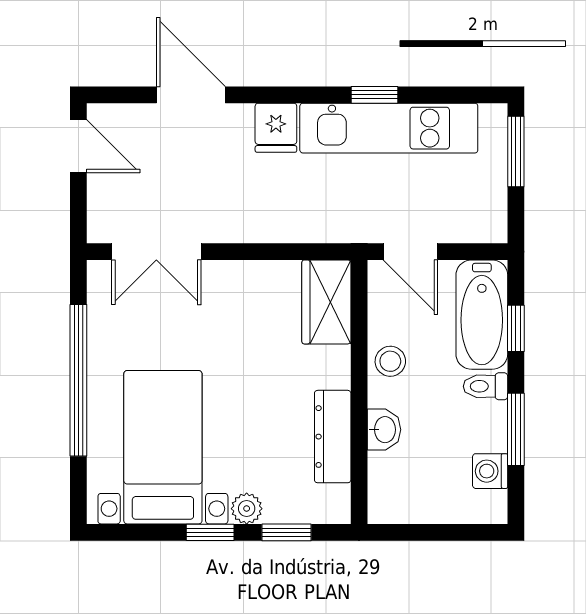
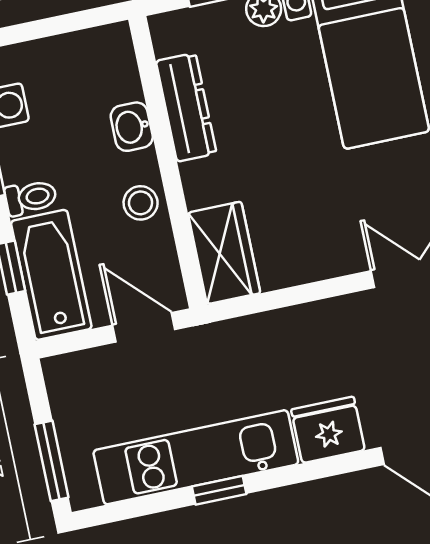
fridge: (276, 128) -> (328, 430), width x1.38

